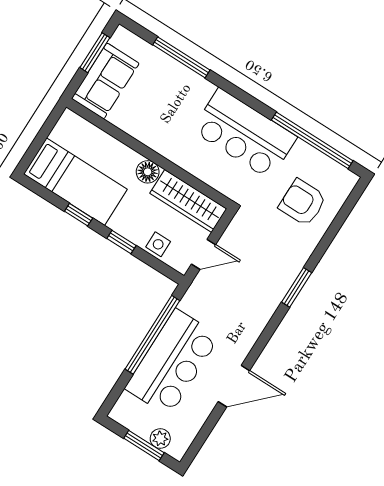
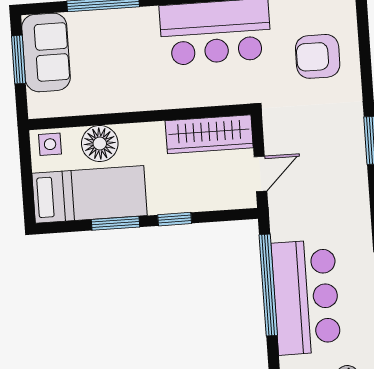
sofa: (105, 81) -> (46, 52), moved
floor lamp: (148, 172) -> (100, 143), moved, width x1.38, depth x1.38
window: (79, 215) -> (115, 223), width x1.50
side table: (158, 244) -> (50, 144), moved

